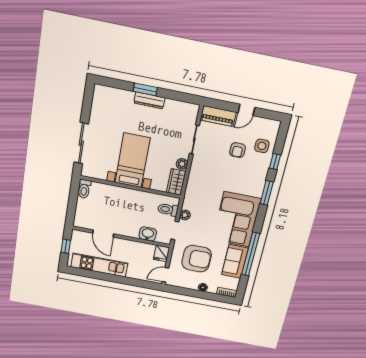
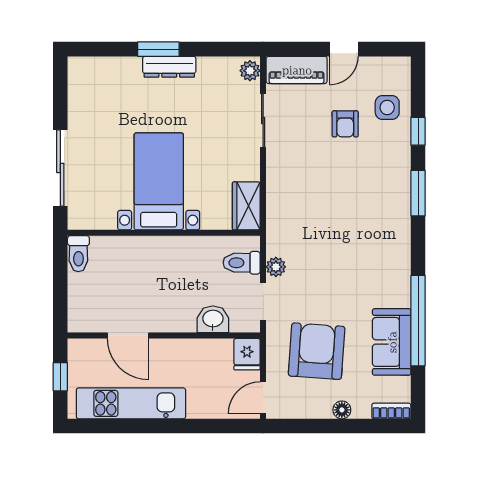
plant: (182, 164) -> (250, 71), moved
corner sofa: (237, 219) -> (375, 256), removed
armchair: (197, 259) -> (317, 351), turned -86

